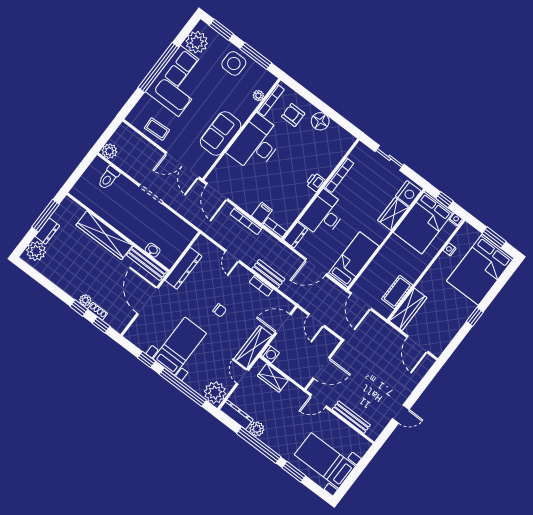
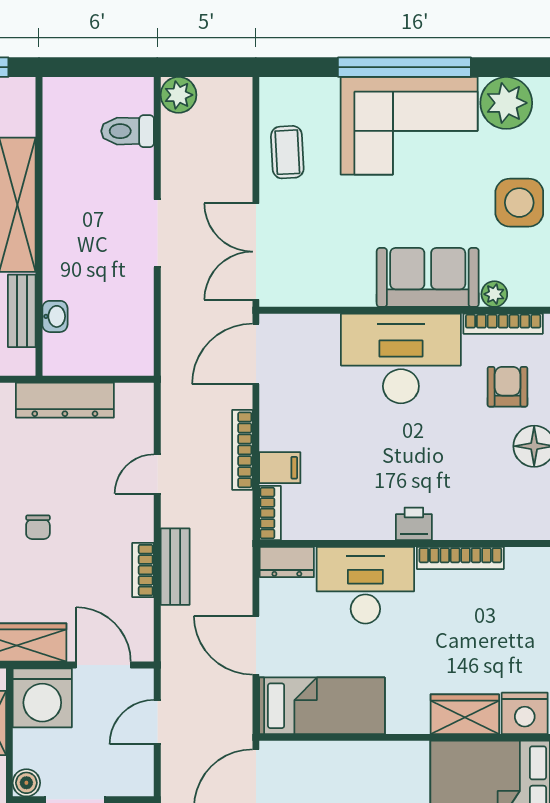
sofa: (221, 133) -> (428, 277), moved
bench: (147, 263) -> (22, 311), width x0.73
washing machine: (270, 354) -> (42, 698), width x1.89, depth x1.89
boiler: (303, 380) -> (26, 783), added

